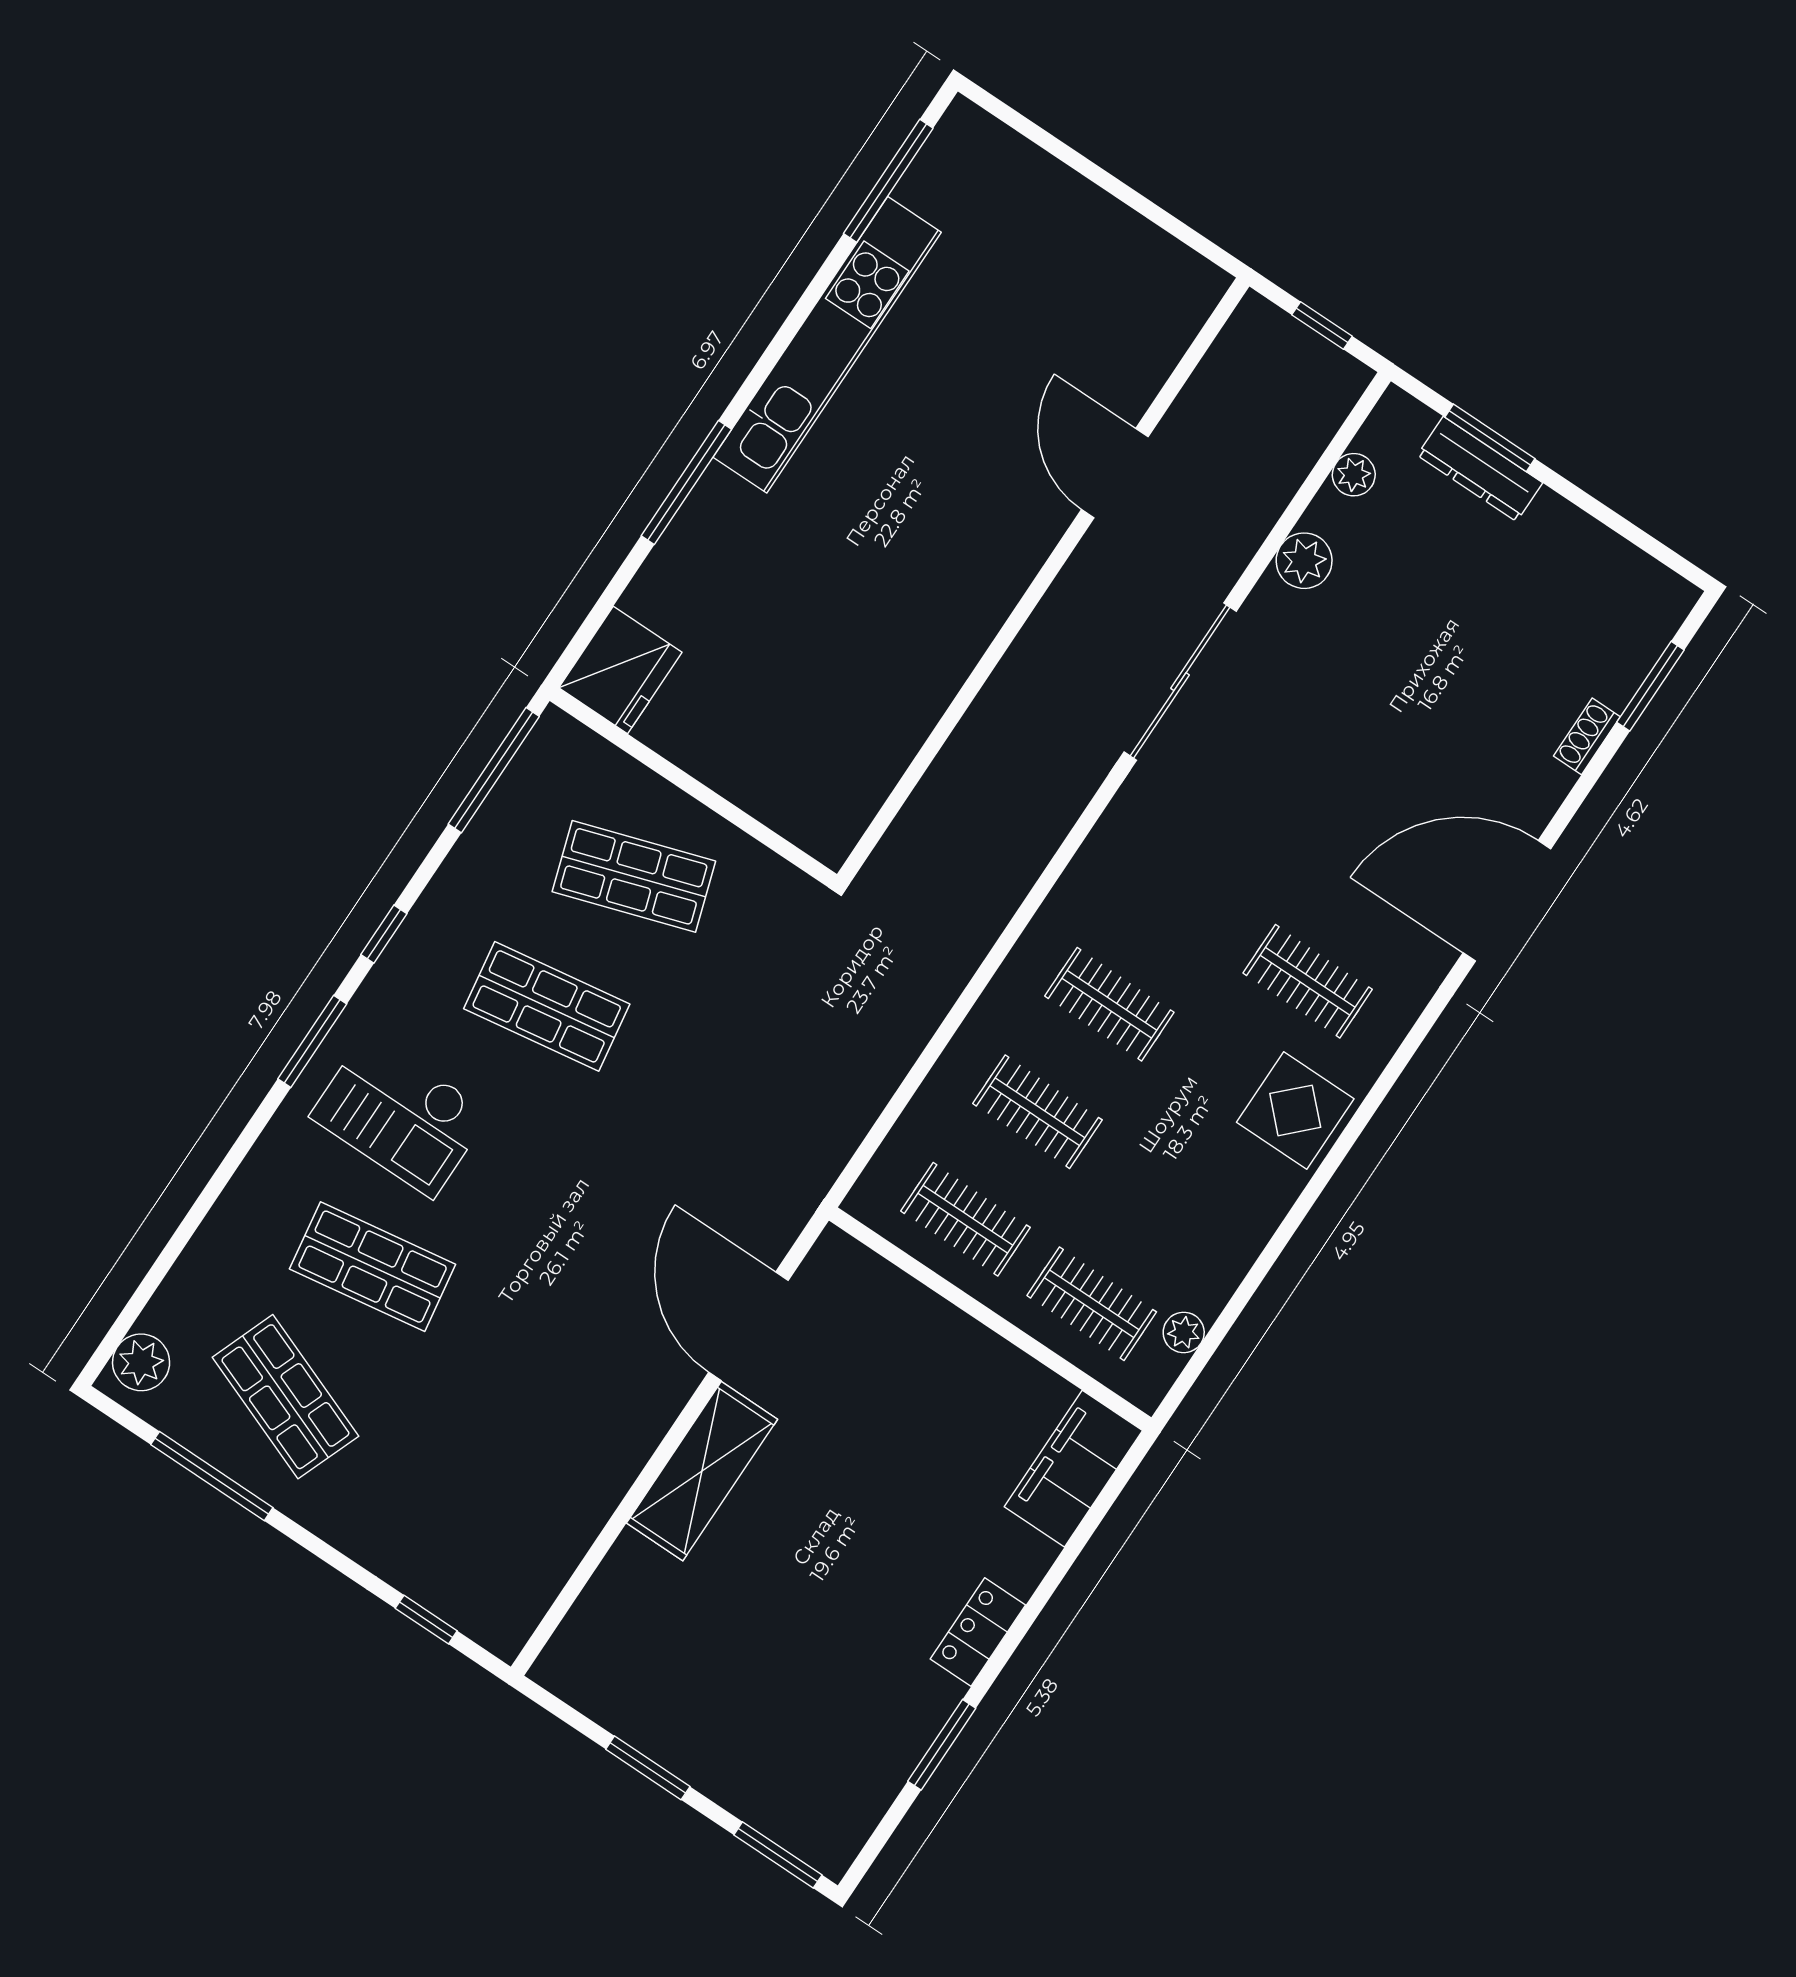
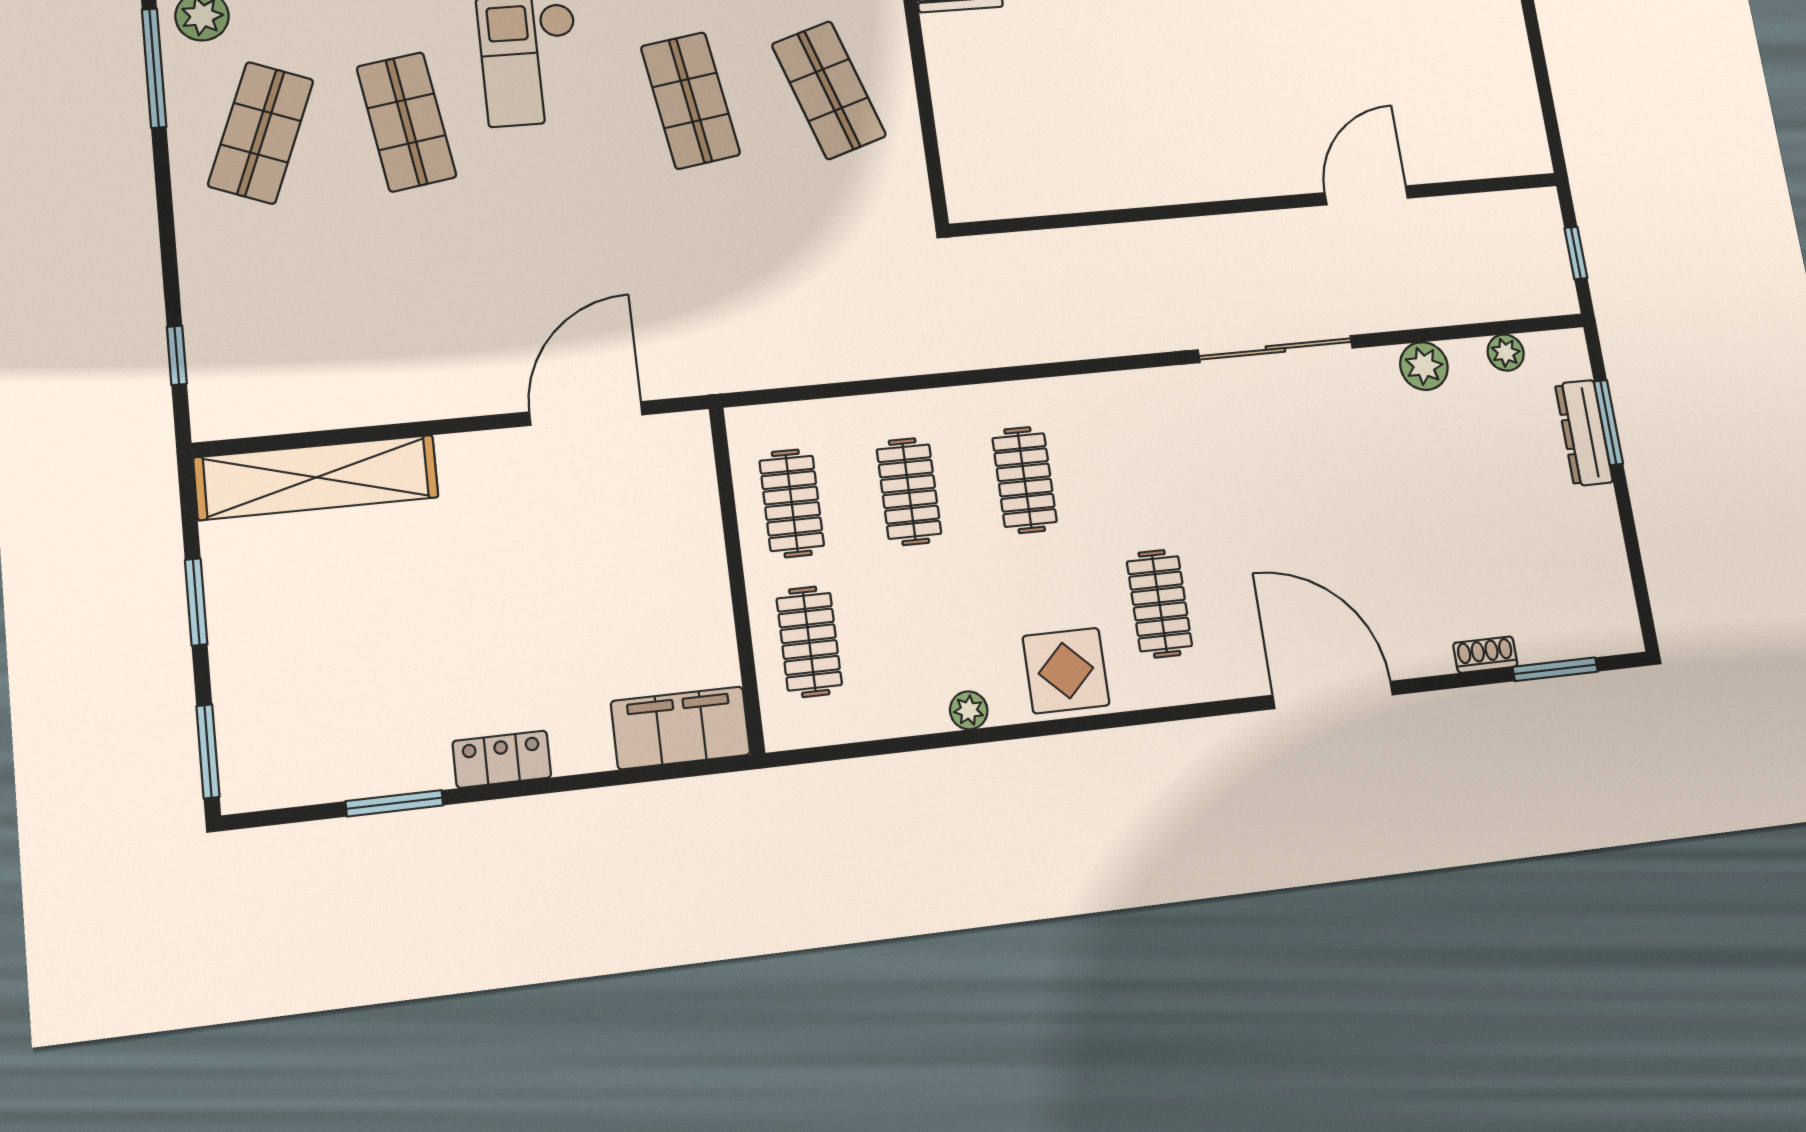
plant: (1184, 1332) -> (969, 710), moved
shelving: (702, 1471) -> (316, 477), moved, width x1.47
window: (212, 1476) -> (154, 68), moved

